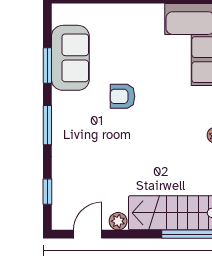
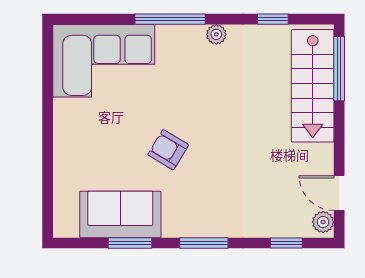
armchair: (122, 96) -> (168, 150), turned 121
plant: (118, 221) -> (323, 222), moved

